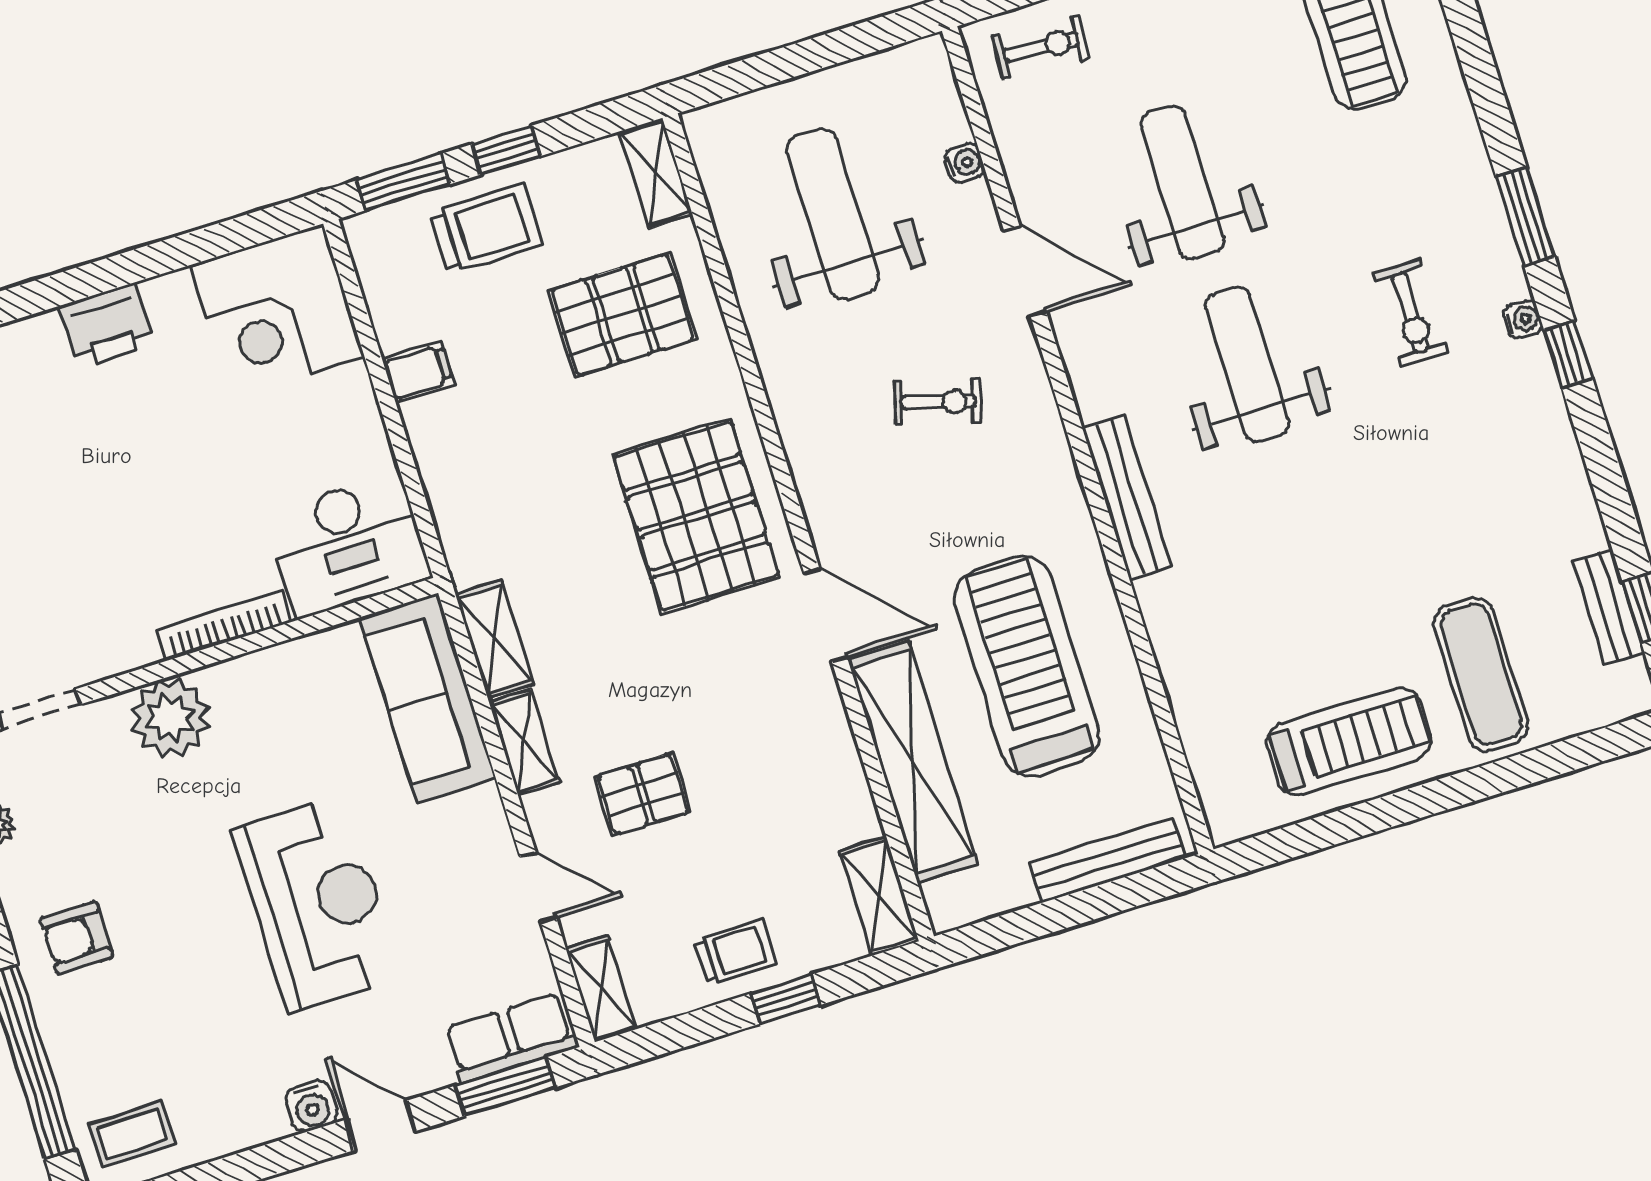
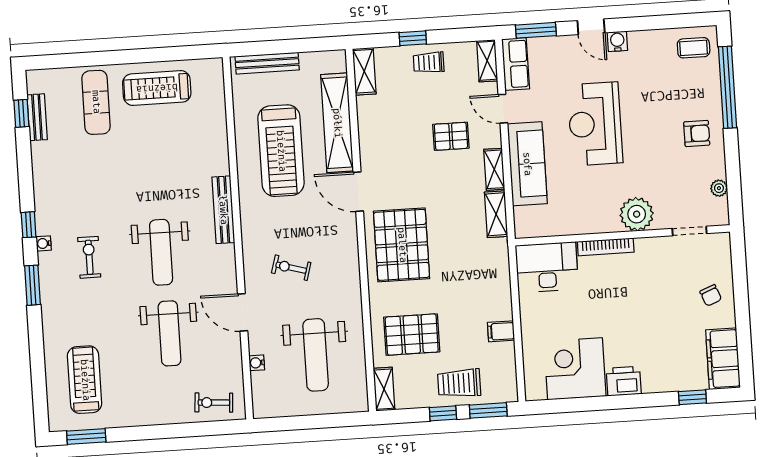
corner desk: (277, 311) -> (575, 369), moved, turned -90
sofa: (428, 698) -> (527, 164), moved
row of seats: (510, 1038) -> (516, 64), moved, turned -90

